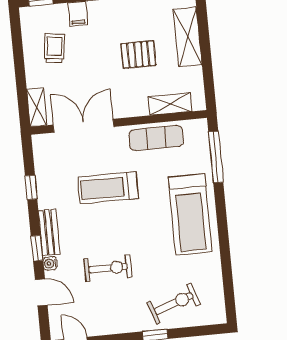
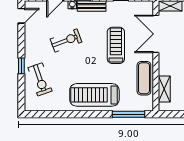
double door: (84, 126) -> (156, 34), swing flipped
exercise bike: (108, 268) -> (66, 41), turned -111

